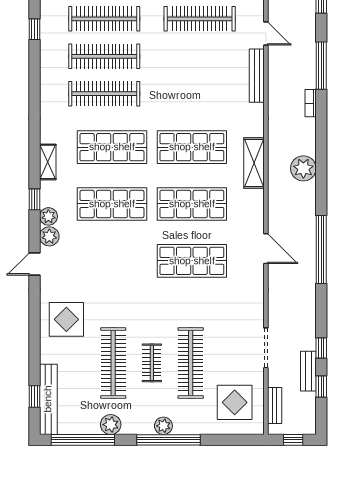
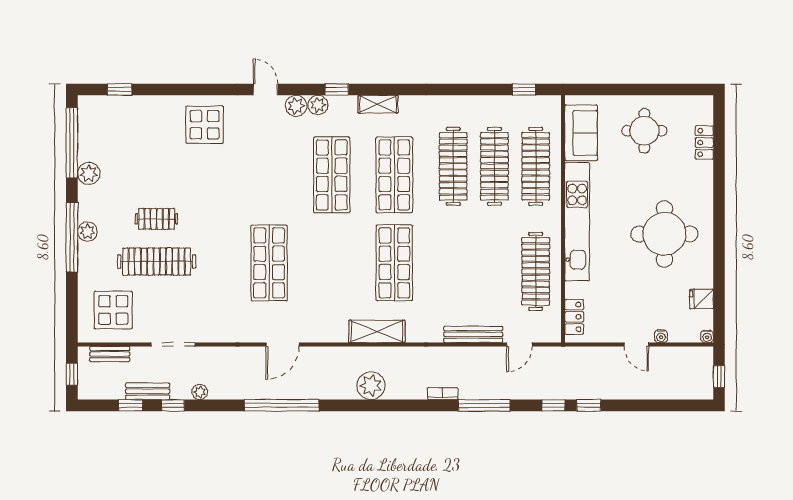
shop shelf: (192, 204) -> (332, 263), removed
plant: (309, 324) -> (200, 392), added
clothes rail: (113, 363) -> (157, 176), removed
bench: (48, 399) -> (116, 105), removed

